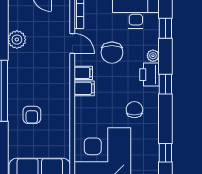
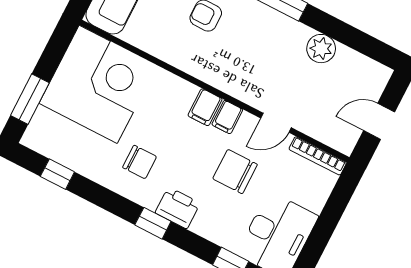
plant: (153, 56) -> (201, 226), removed

